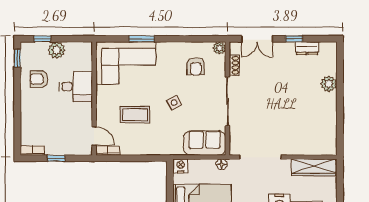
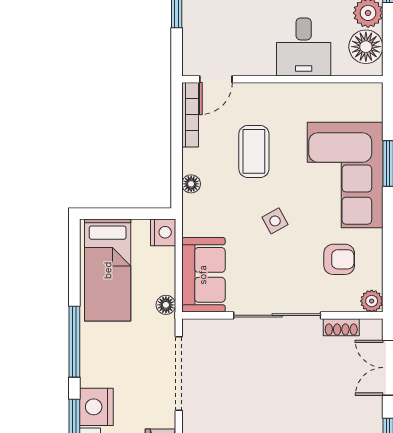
floor lamp: (76, 51) -> (366, 47), added
corner sofa: (126, 63) -> (345, 175), moved
armchair: (196, 66) -> (339, 259), turned 180
floor lamp: (153, 150) -> (191, 184), added
bookcase: (108, 151) -> (190, 115), width x1.56

